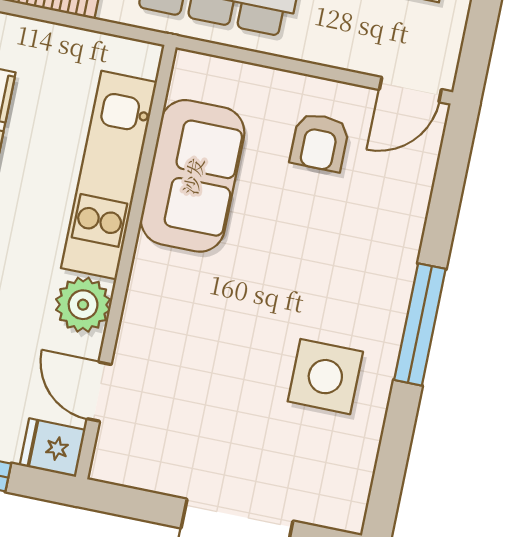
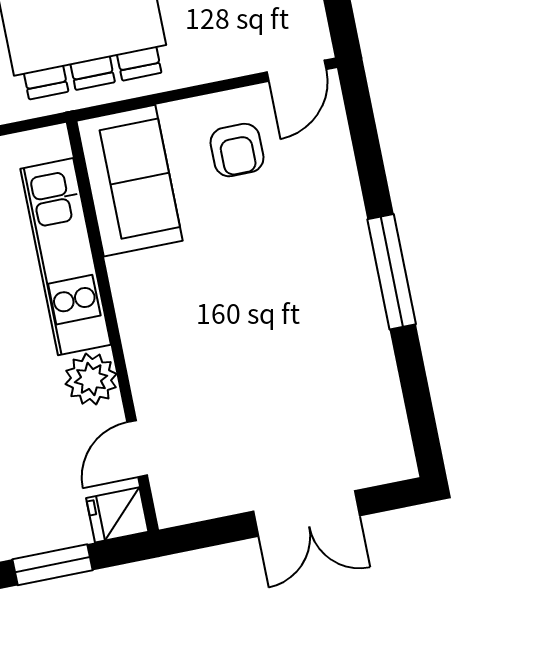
sofa: (193, 176) -> (130, 181), moved
side table: (325, 377) -> (329, 352), removed
door: (99, 392) -> (137, 449), hinge flipped

